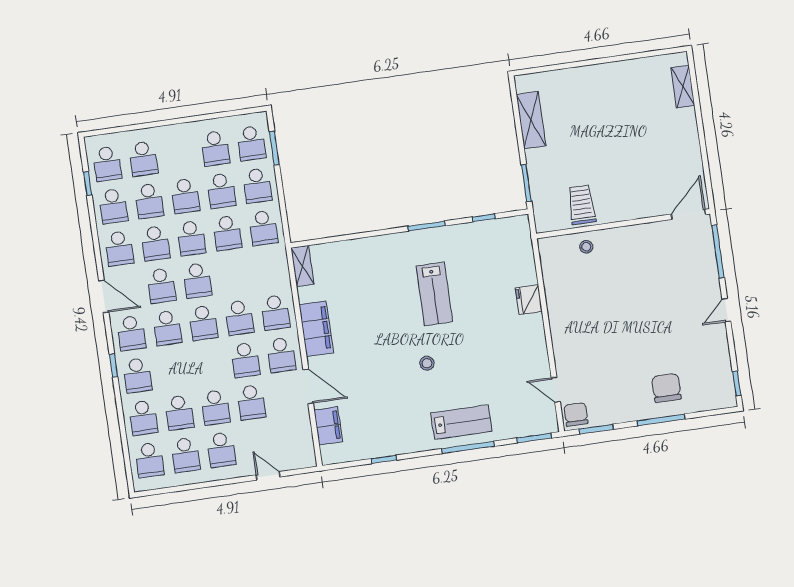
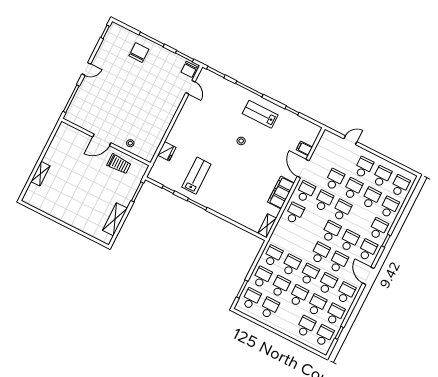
shelving: (683, 87) -> (40, 174), moved
trolley: (582, 205) -> (119, 164), turned -90
door: (688, 214) -> (102, 140), moved
lab bench: (434, 294) -> (196, 176), moved
fridge: (529, 300) -> (167, 151), moved
school desk: (239, 318) -> (342, 210), moved
chair: (666, 388) -> (139, 52), turned 180
lab bench: (461, 422) -> (260, 114), moved
filing cabinet: (328, 426) -> (304, 148), width x0.50
door: (268, 476) -> (350, 140), swing flipped

